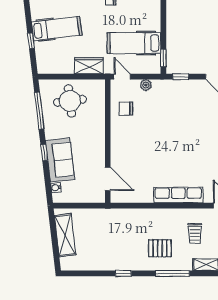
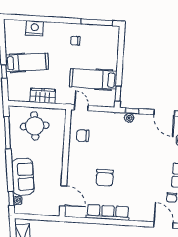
wardrobe: (89, 66) -> (43, 96), moved
plant: (146, 85) -> (129, 118), moved
window: (44, 152) -> (11, 198), moved
chair: (154, 155) -> (105, 178), added
row of seats: (178, 195) -> (108, 212), moved

